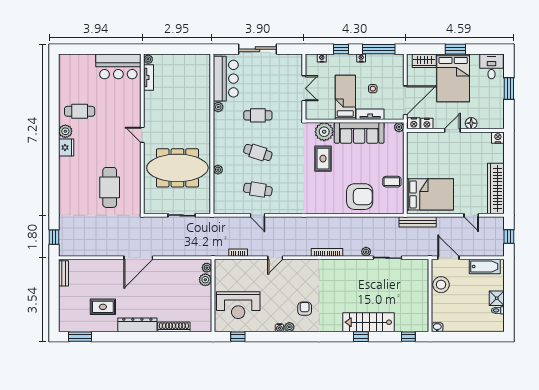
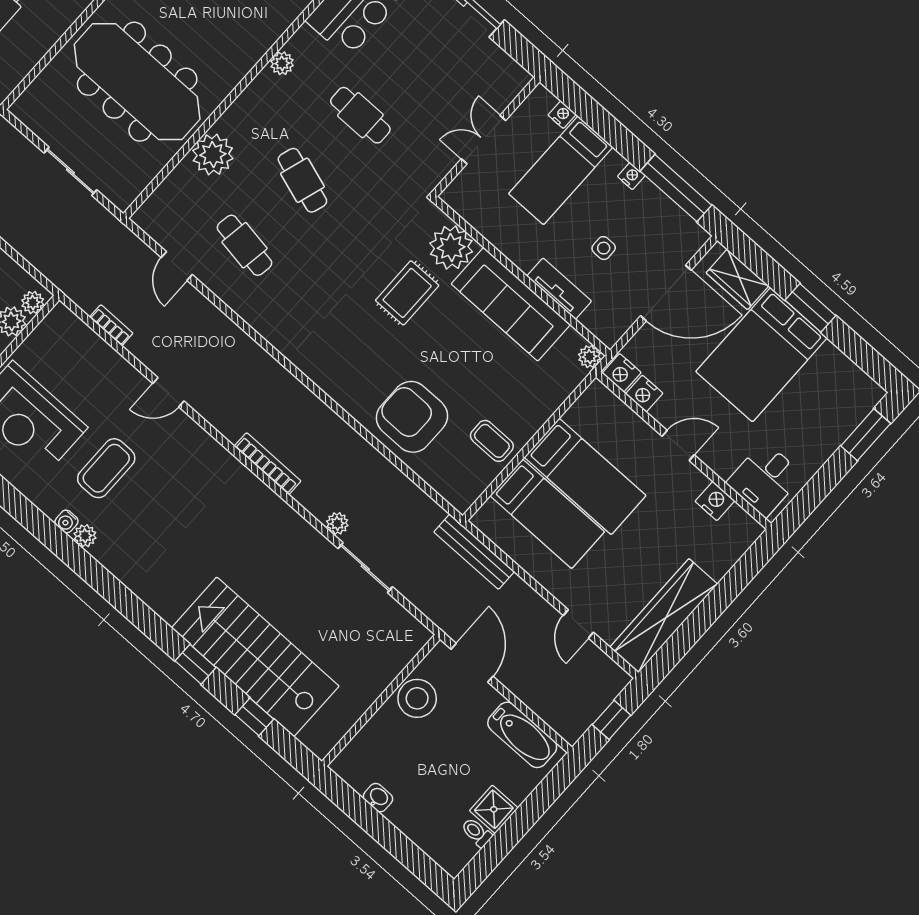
window: (341, 49) -> (610, 129), removed
desk: (491, 66) -> (765, 479), moved, turned 180
double door: (304, 88) -> (483, 140), swing flipped
window: (509, 88) -> (866, 435), moved
bed: (345, 97) -> (561, 170), moved, turned 180
door: (405, 100) -> (666, 293), moved
plant: (218, 107) -> (282, 63), moved
floor lamp: (471, 123) -> (722, 462), removed
nightstand: (498, 138) -> (715, 501), moved
bed: (432, 167) -> (585, 476), added
plant: (218, 170) -> (213, 154), width x1.88, depth x1.88
bed: (430, 194) -> (547, 514), width x0.67
armchair: (360, 197) -> (412, 417), turned 180
door: (258, 215) -> (177, 266), moved
coffee table: (277, 300) -> (106, 468), added
armchair: (305, 309) -> (140, 528), removed
stairs: (369, 322) -> (255, 657), width x1.36, depth x1.51
washbasin: (437, 327) -> (378, 798), moved
window: (408, 337) -> (254, 717), moved

